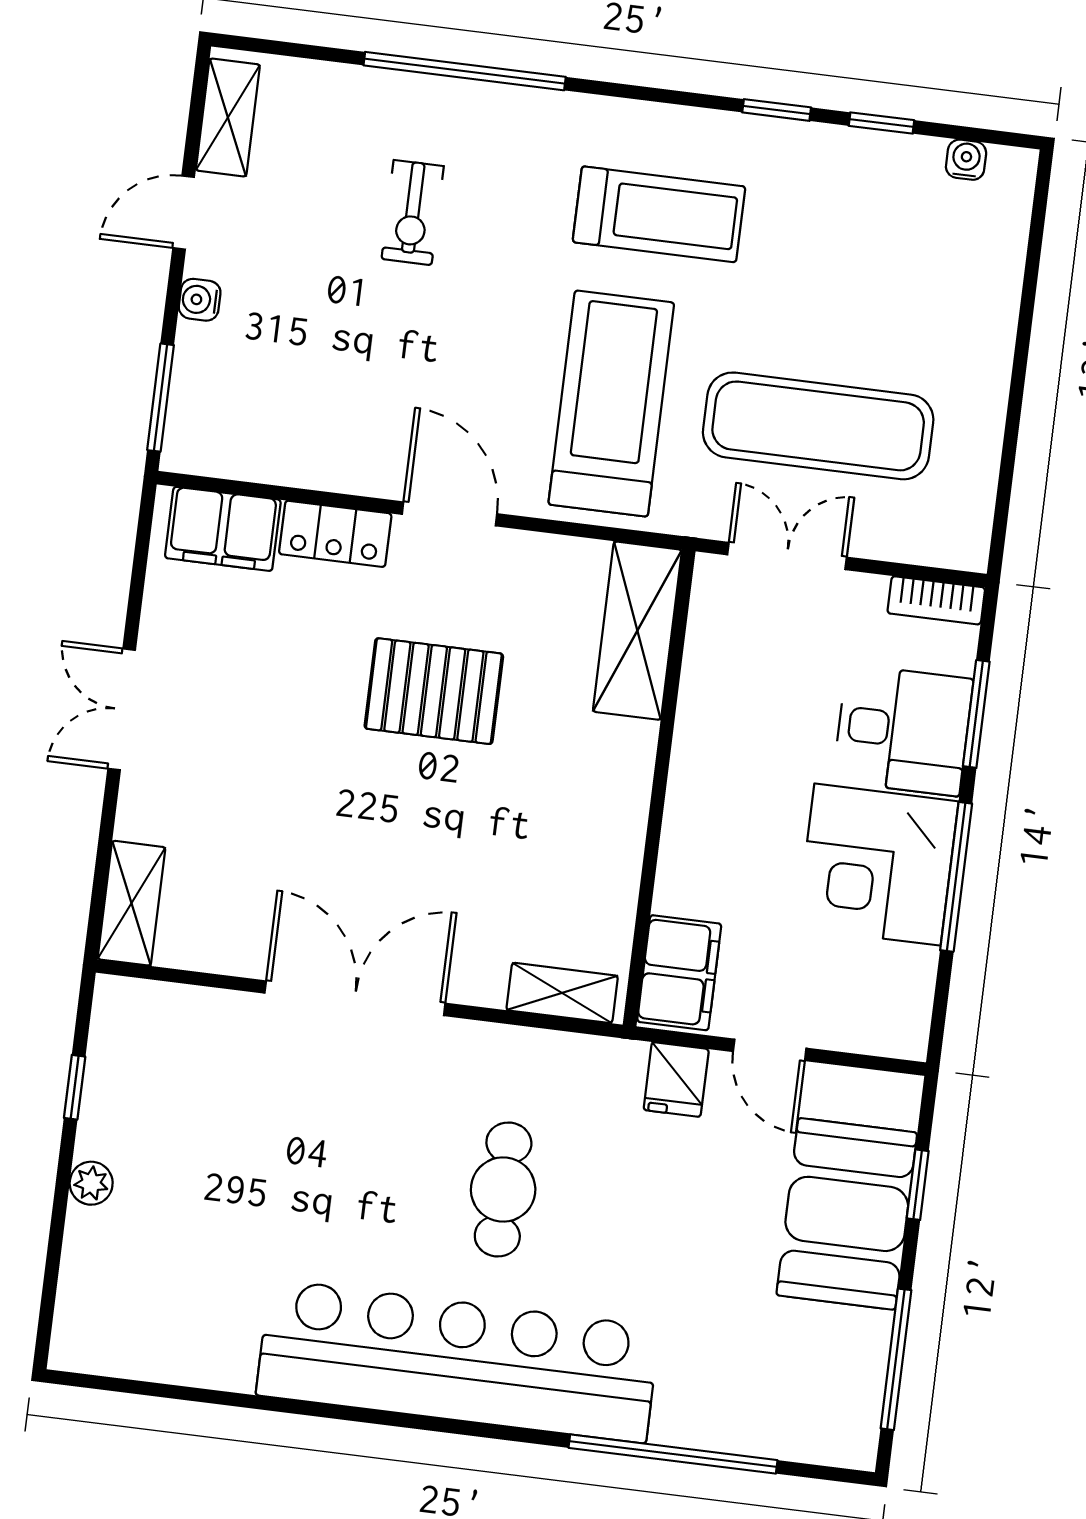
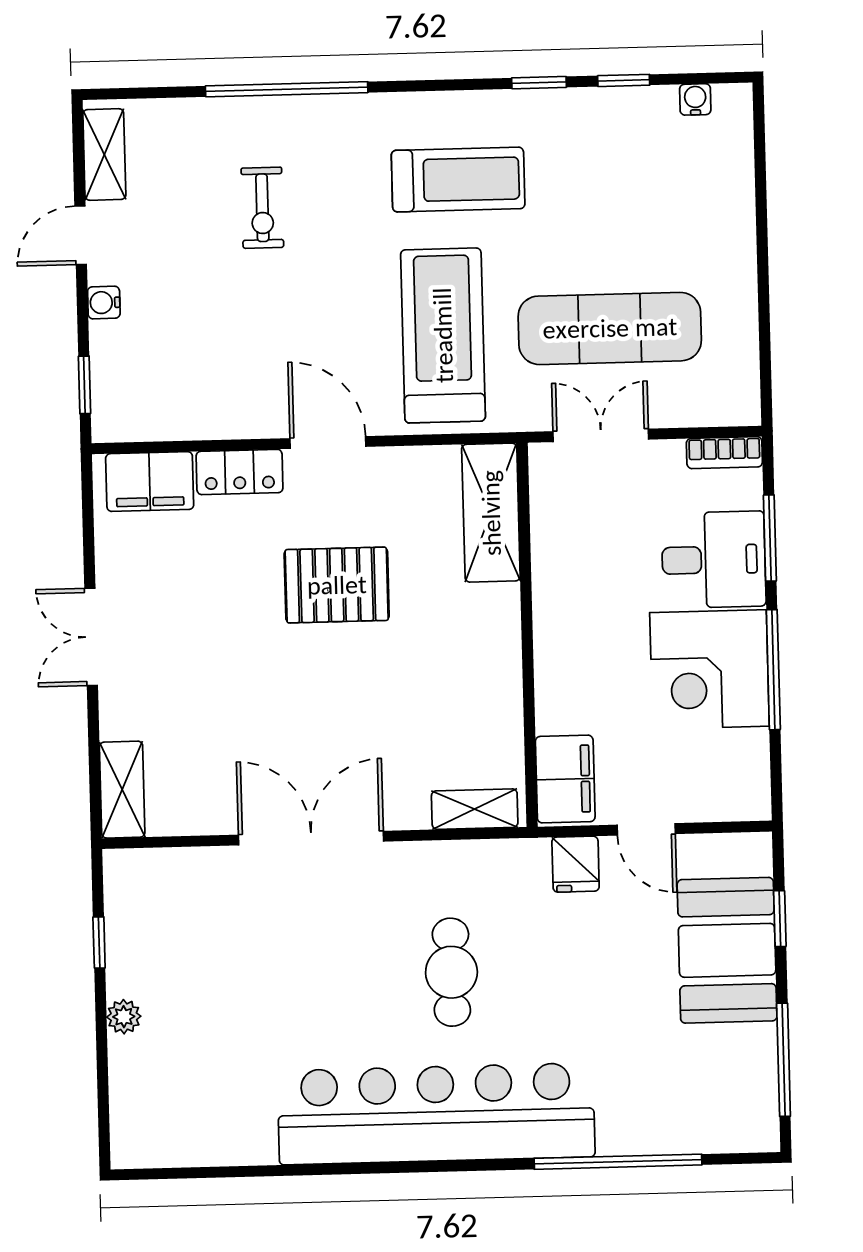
window: (161, 398) -> (84, 385), width x0.67

